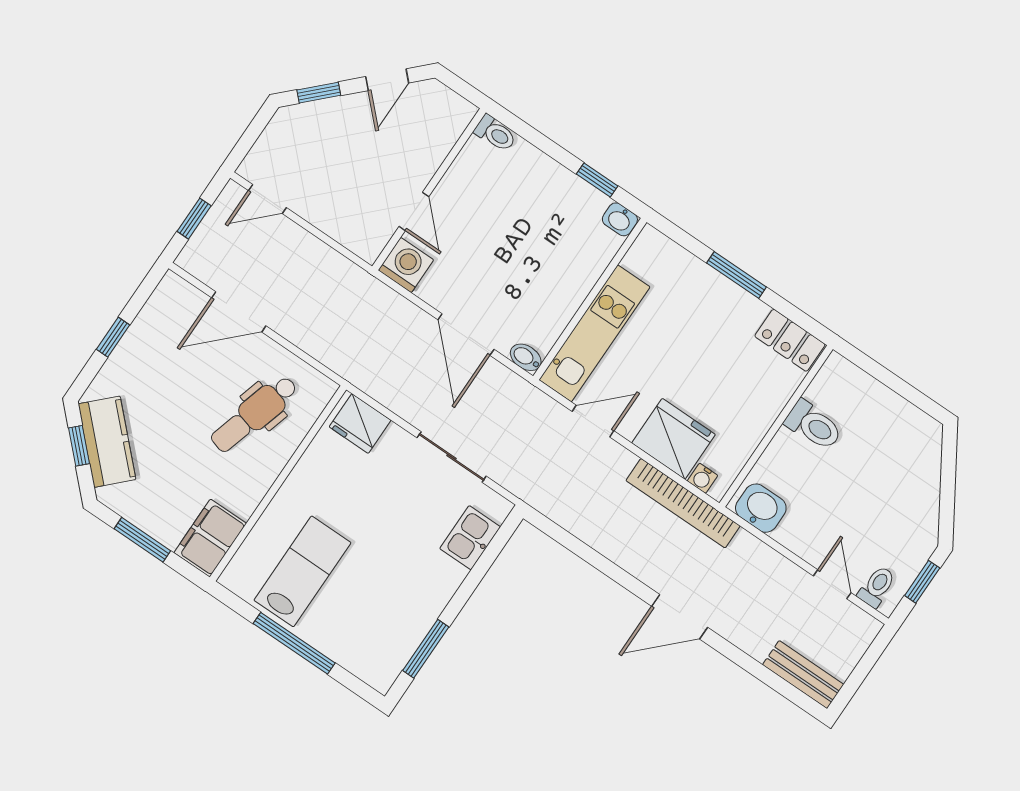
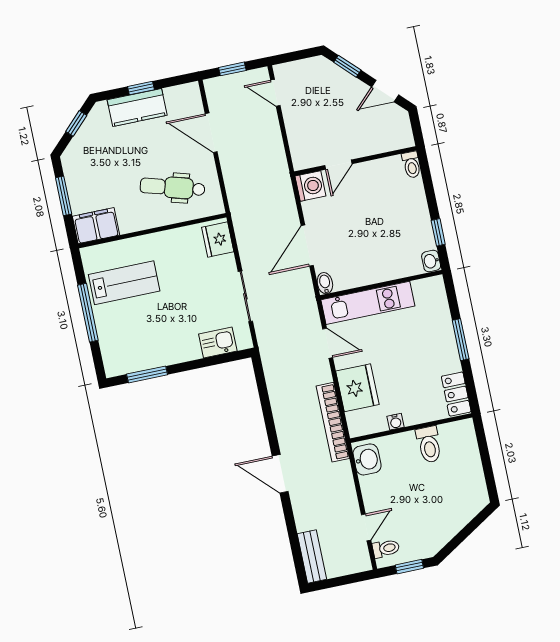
kitchen counter: (107, 442) -> (137, 107), moved, turned 45
water cooler: (702, 478) -> (396, 422), moved, turned -90

